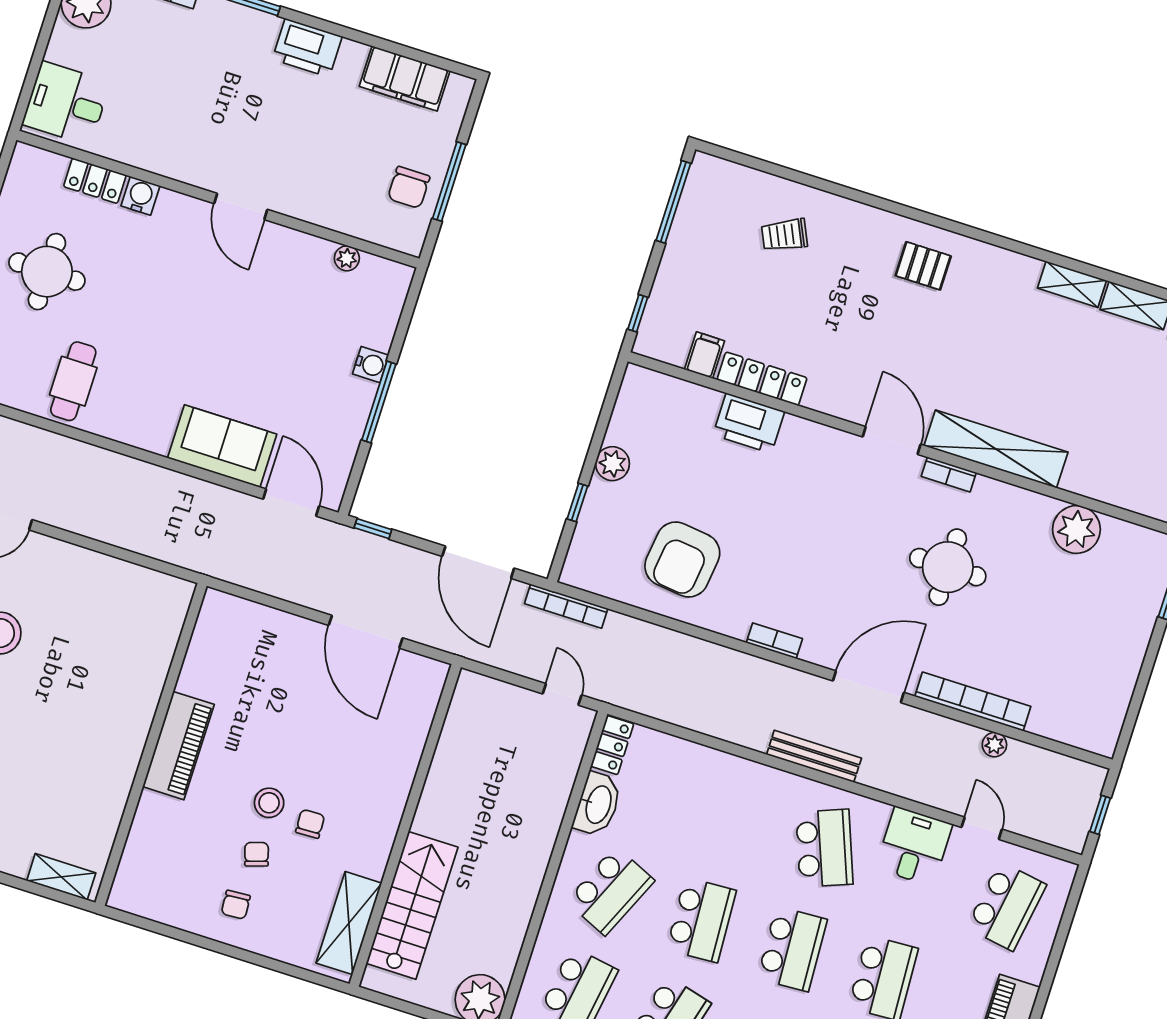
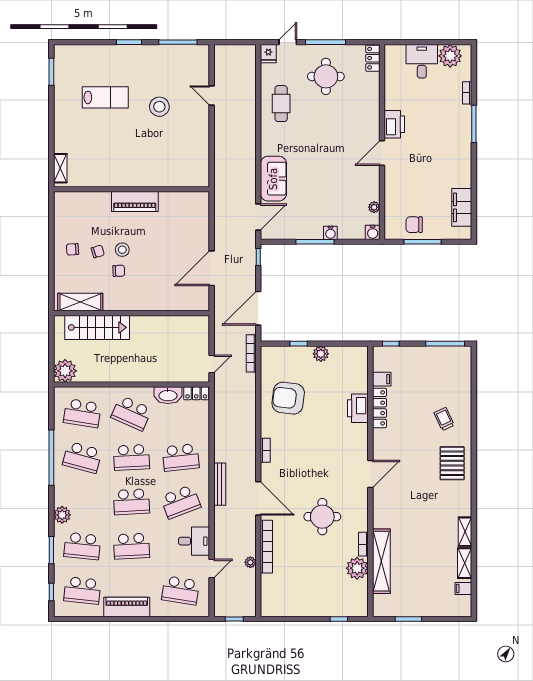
printer: (307, 48) -> (394, 124), moved, turned 180
desk: (66, 103) -> (422, 61), moved
locker: (95, 181) -> (373, 58), moved
water cooler: (140, 196) -> (373, 232), moved, turned 90
trolley: (785, 235) -> (444, 419), moved
pallet: (923, 266) -> (452, 463), width x1.50, depth x1.42
cafe table: (73, 381) -> (281, 104), turned 90
shelving: (996, 449) -> (381, 561), moved
bookcase: (949, 474) -> (363, 544), moved
school desk: (733, 819) -> (181, 457), added

